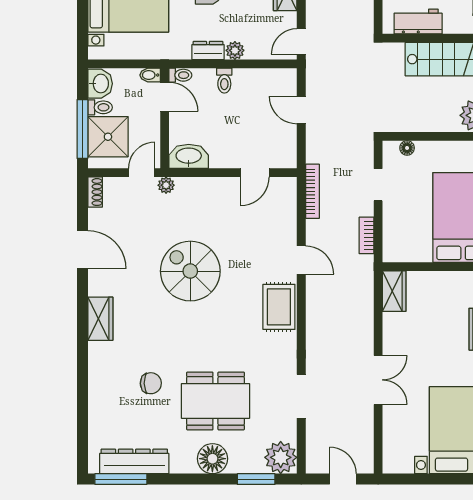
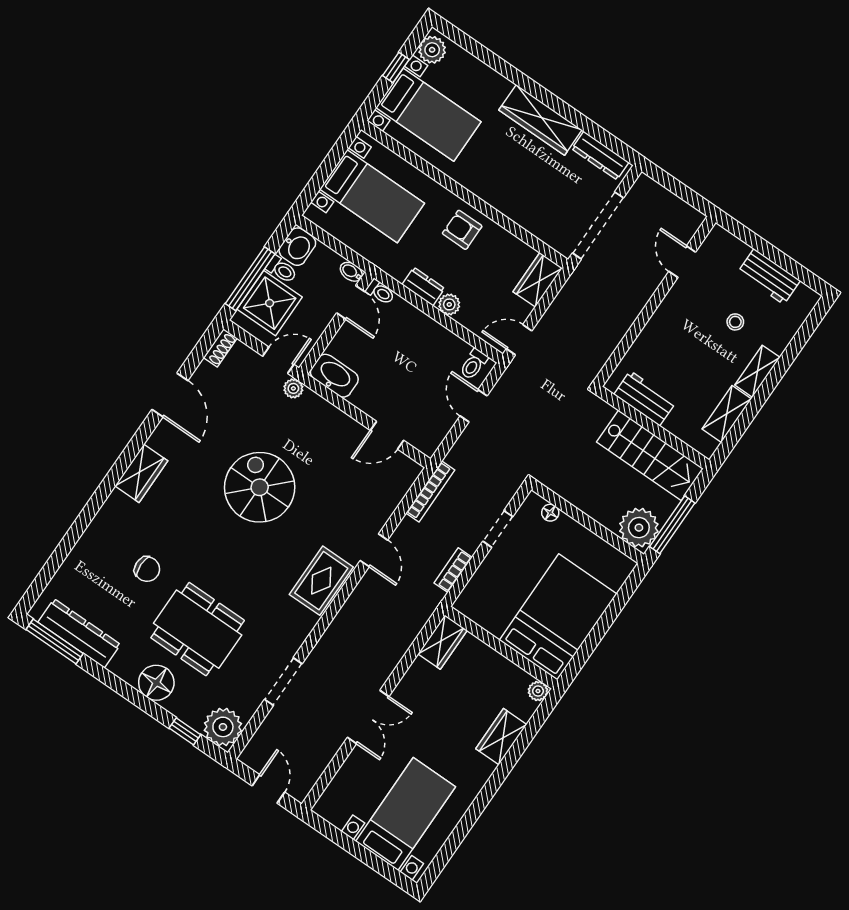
toilet: (224, 81) -> (474, 364), moved
window: (256, 479) -> (185, 731), width x0.67

